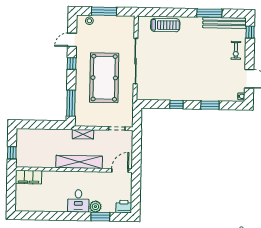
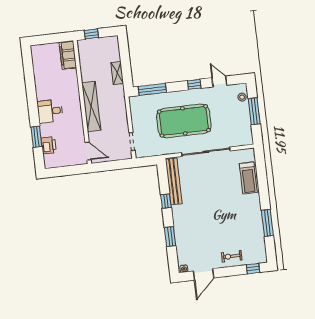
bench: (224, 23) -> (174, 181), moved
shelving: (83, 134) -> (117, 73), moved
plant: (95, 207) -> (46, 130), removed
printer: (124, 207) -> (49, 145), moved

